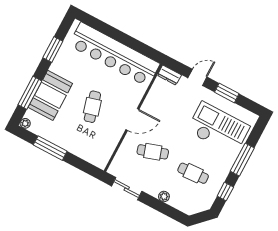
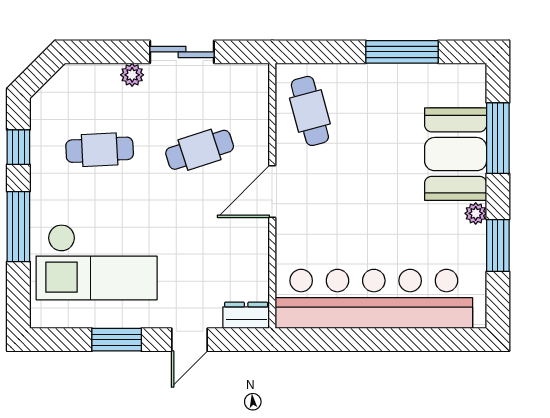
cafe table: (92, 107) -> (310, 111), moved
plant: (25, 123) -> (476, 213), moved
sliding door: (127, 189) -> (182, 52), moved

